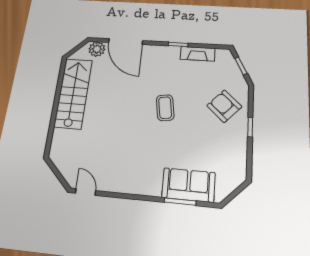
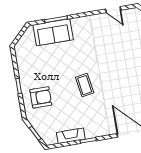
armchair: (224, 106) -> (41, 97), turned -43
door: (86, 192) -> (113, 10), moved

